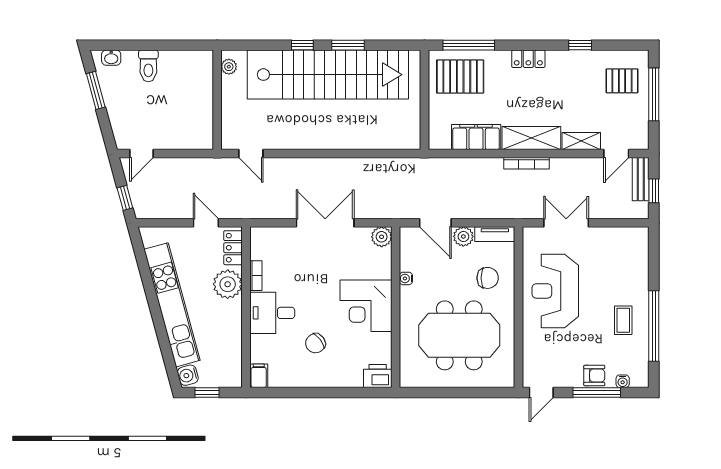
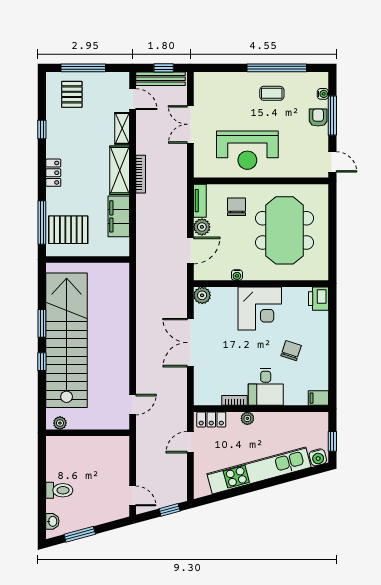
pallet: (460, 77) -> (68, 230), turned 90
bench: (641, 179) -> (160, 79), width x1.36
double door: (566, 223) -> (190, 124), moved
plant: (228, 284) -> (247, 418), width x0.53, depth x0.53
chair: (315, 343) -> (291, 351), turned -125

